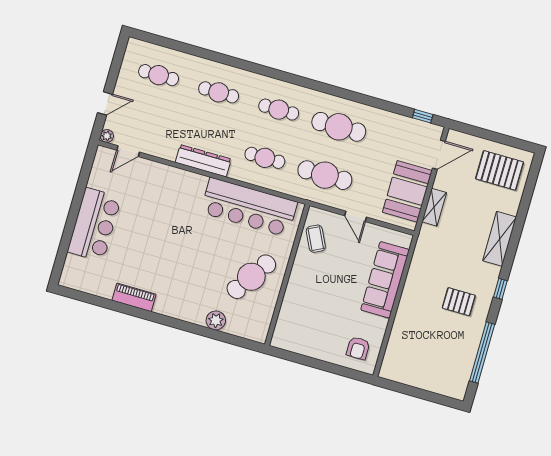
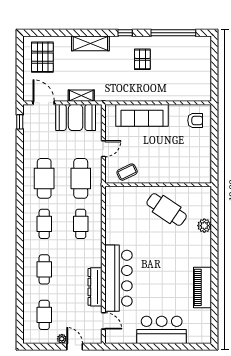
plant: (107, 136) -> (62, 339), moved
dresser: (203, 161) -> (95, 287), moved
bar counter: (249, 207) -> (118, 278), moved
piano: (134, 297) -> (202, 287), width x1.37, depth x1.33

